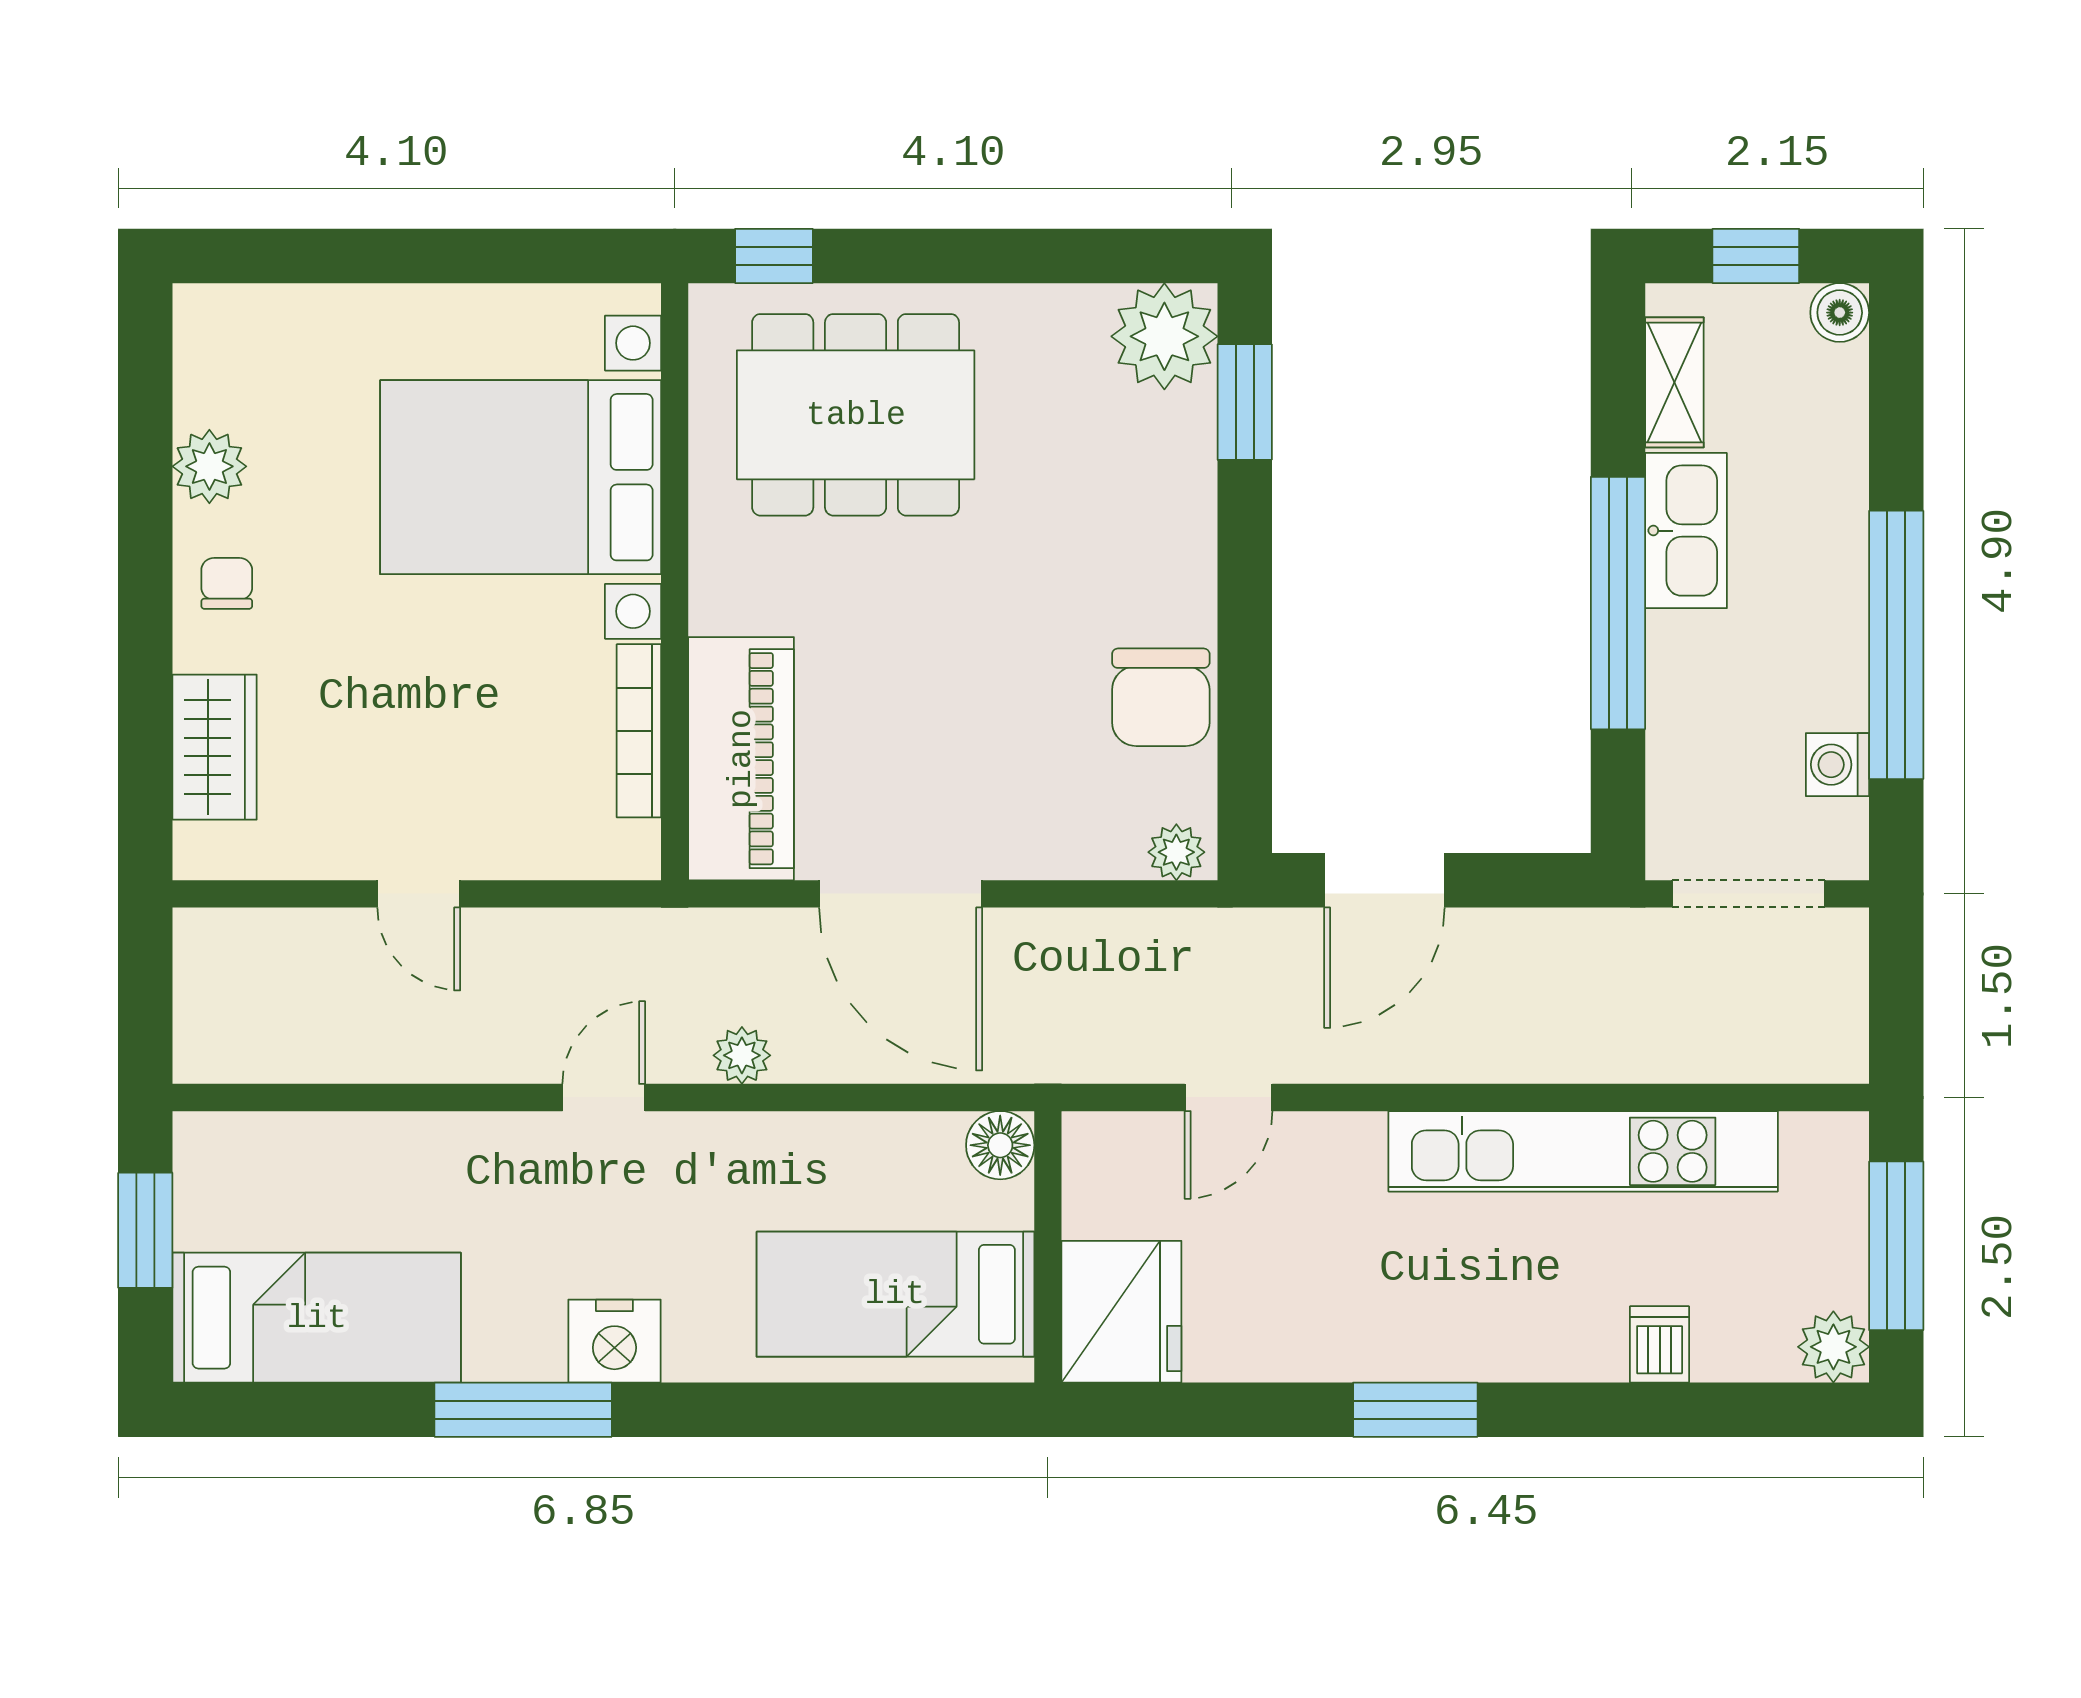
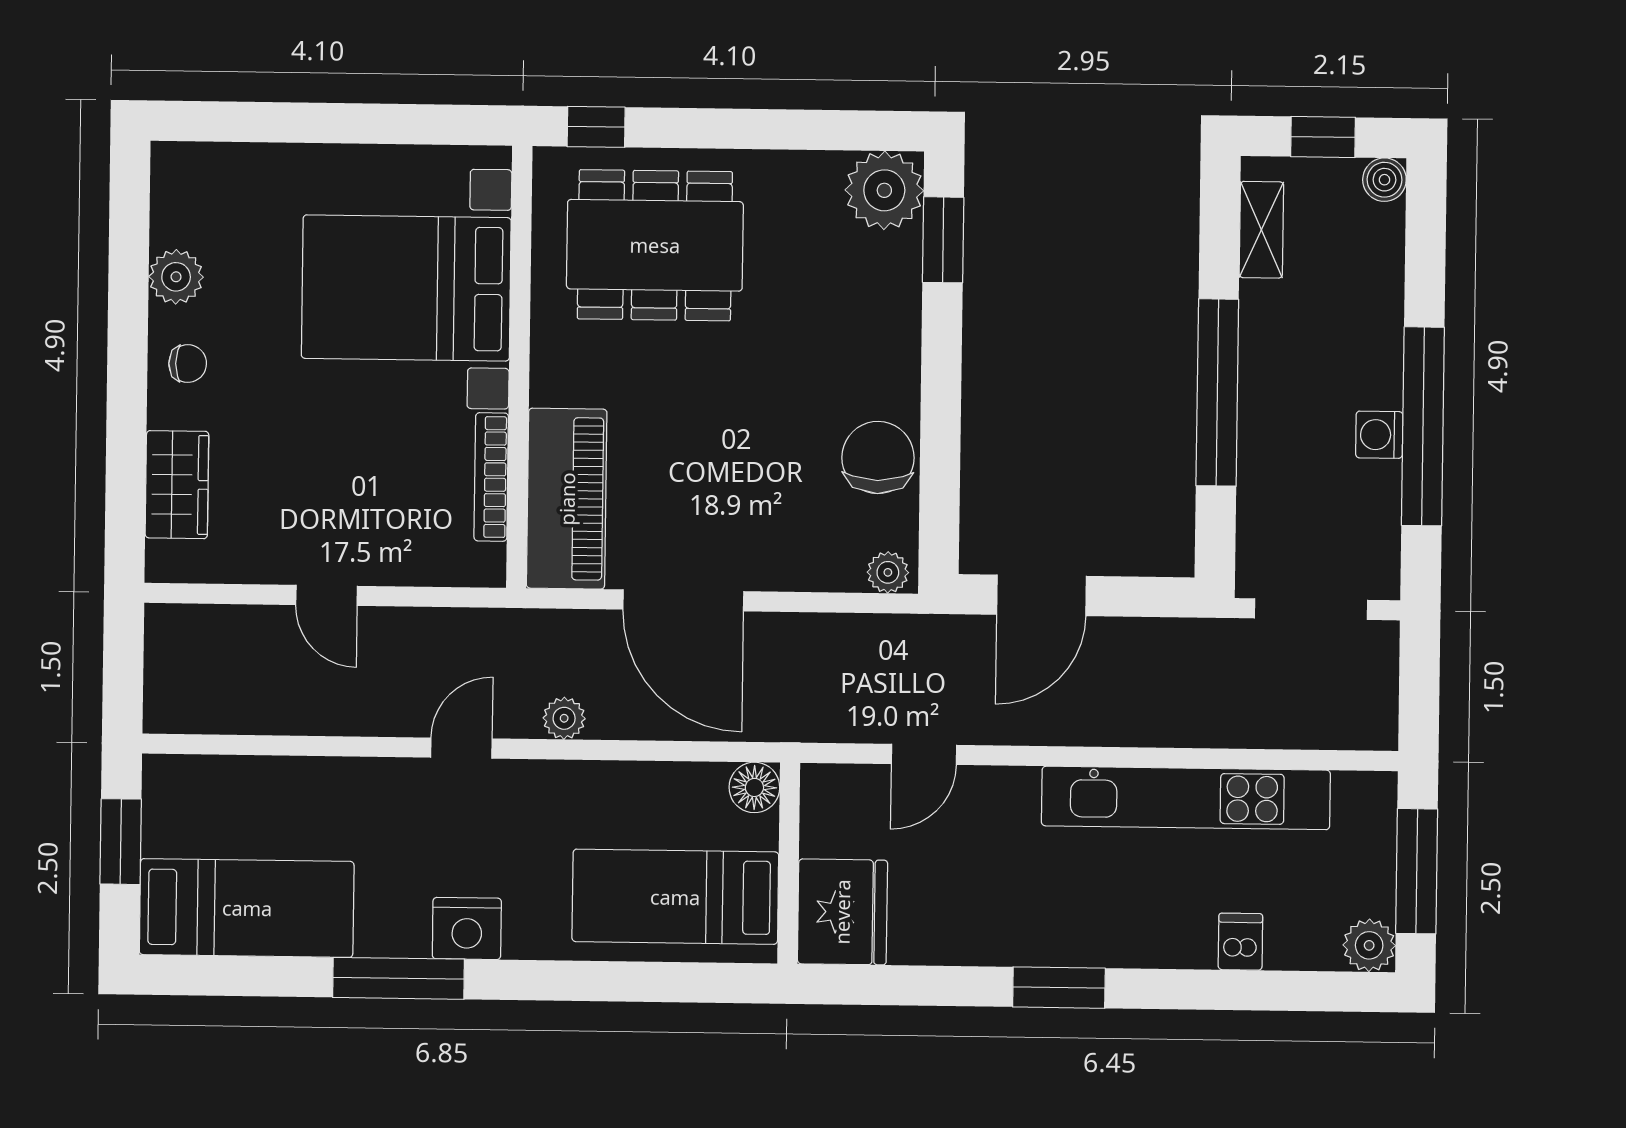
kitchen sink: (1686, 531) -> (1268, 339), removed
chair: (227, 583) -> (188, 364), turned 90
chair: (1161, 697) -> (878, 457), turned 180
washing machine: (1837, 765) -> (1379, 435), moved

